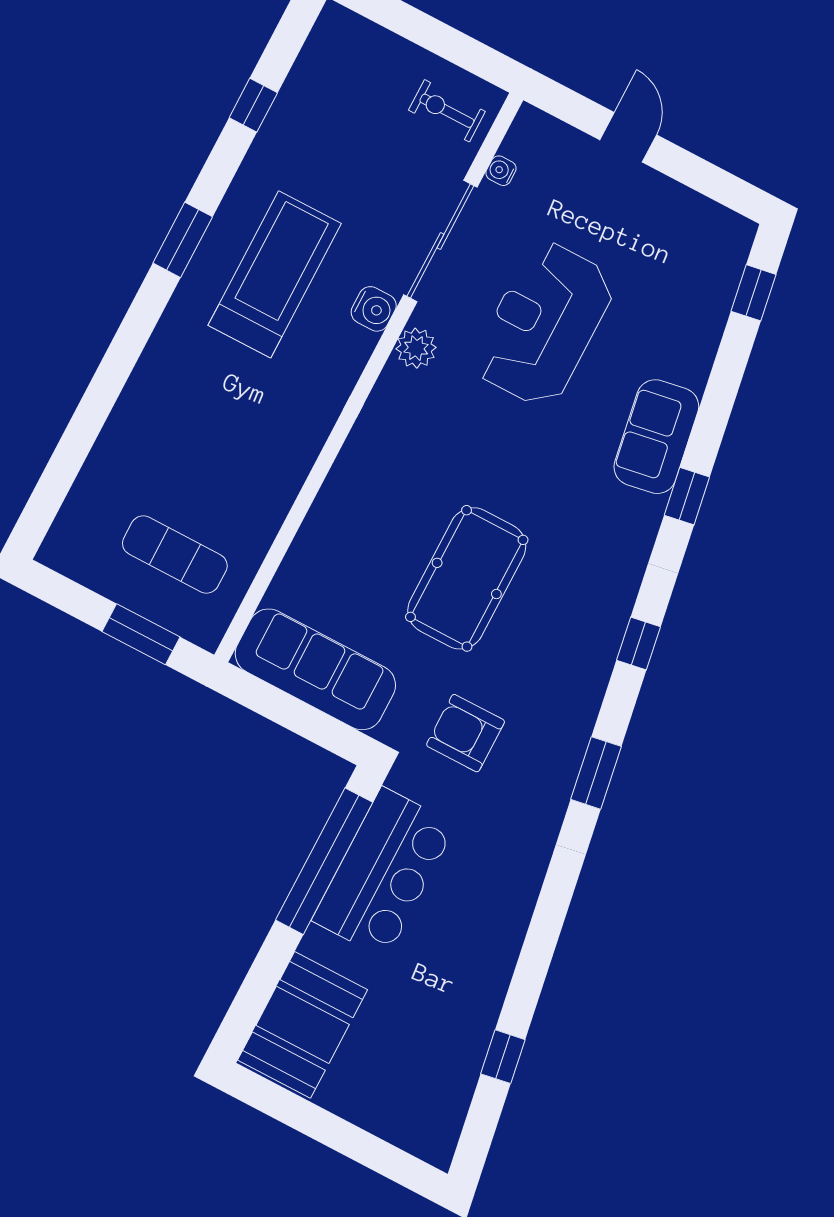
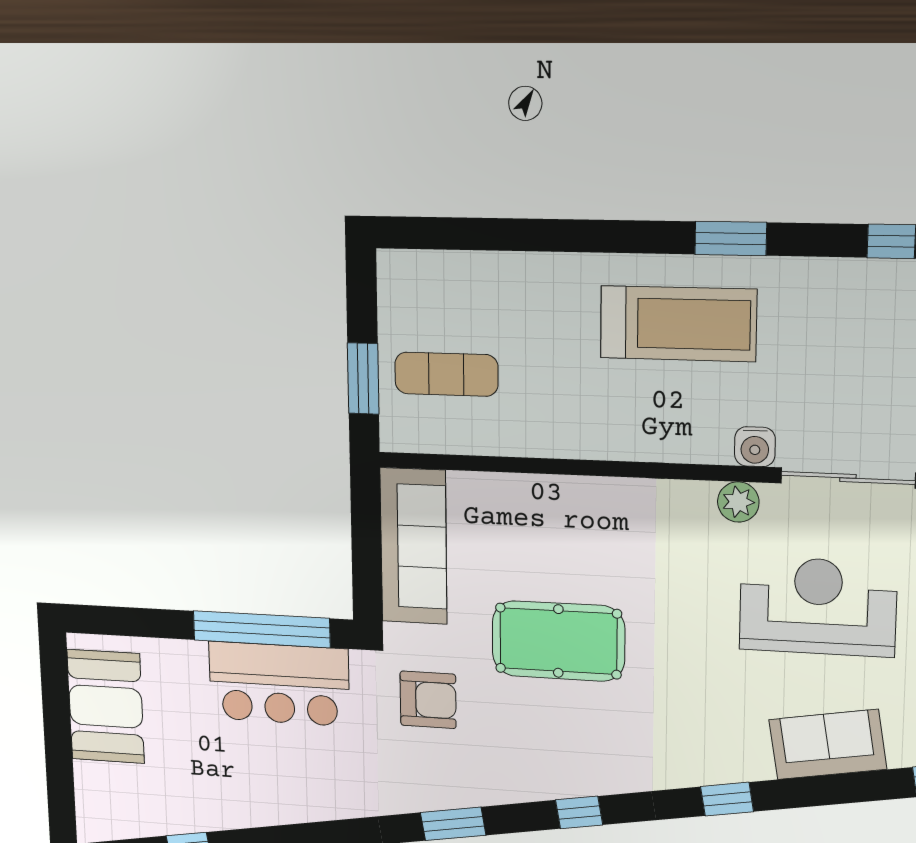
treadmill: (275, 274) -> (678, 324), moved
sofa: (656, 437) -> (828, 744), moved
exercise mat: (175, 554) -> (446, 374), turned 90
armchair: (466, 733) -> (428, 700), turned 90
booth: (303, 1025) -> (106, 706), moved, turned 90

